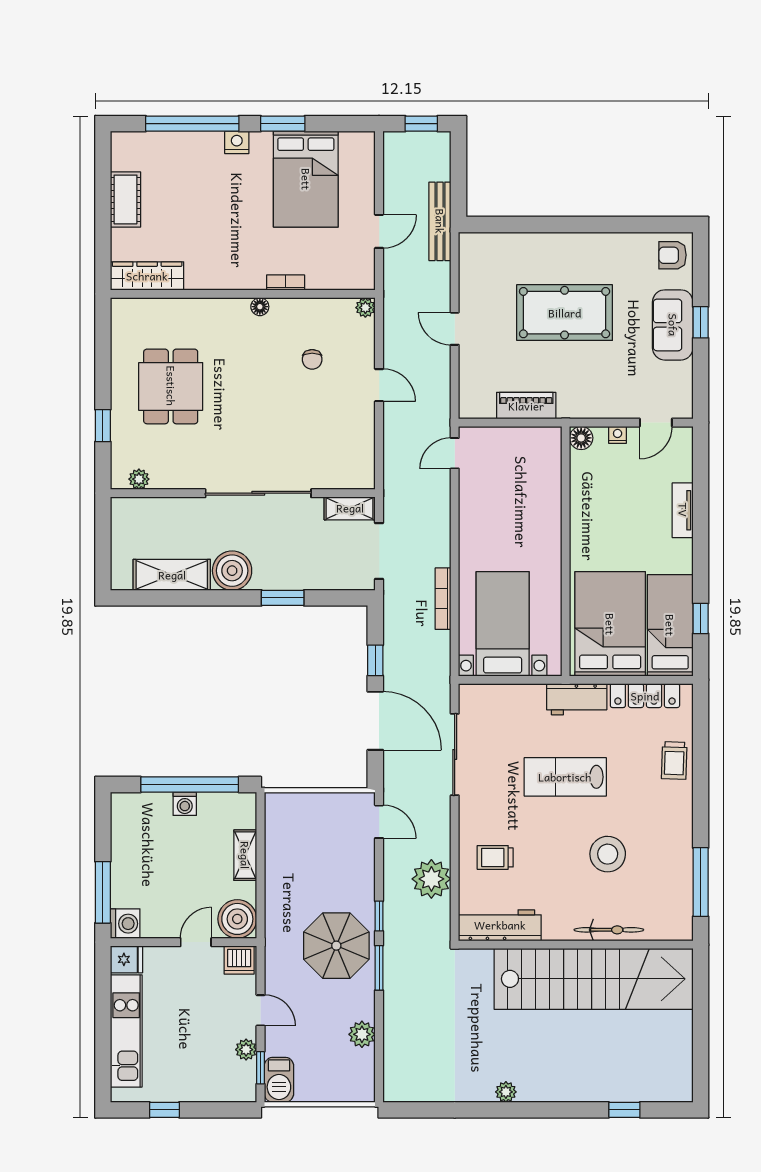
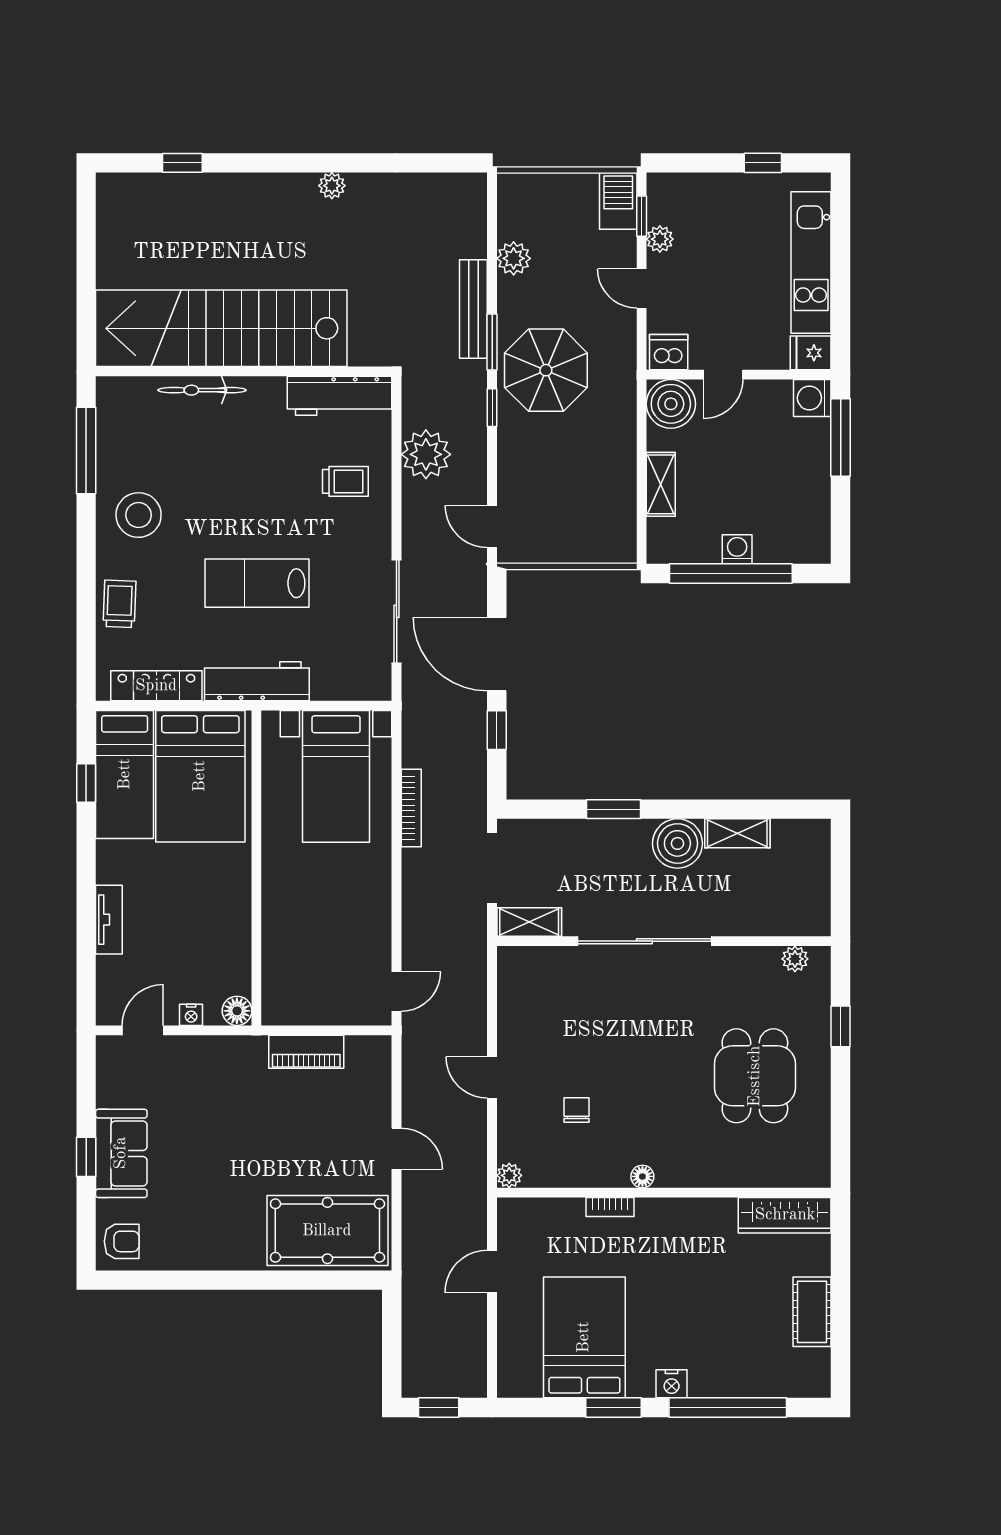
bench: (440, 221) -> (473, 309), moved
pool table: (565, 313) -> (327, 1231), moved
shelving: (172, 575) -> (737, 833), width x0.67, depth x0.75
workbench: (577, 699) -> (257, 681), width x1.38
lab bench: (565, 777) -> (257, 583), turned 180
stool: (608, 854) -> (139, 515), moved

